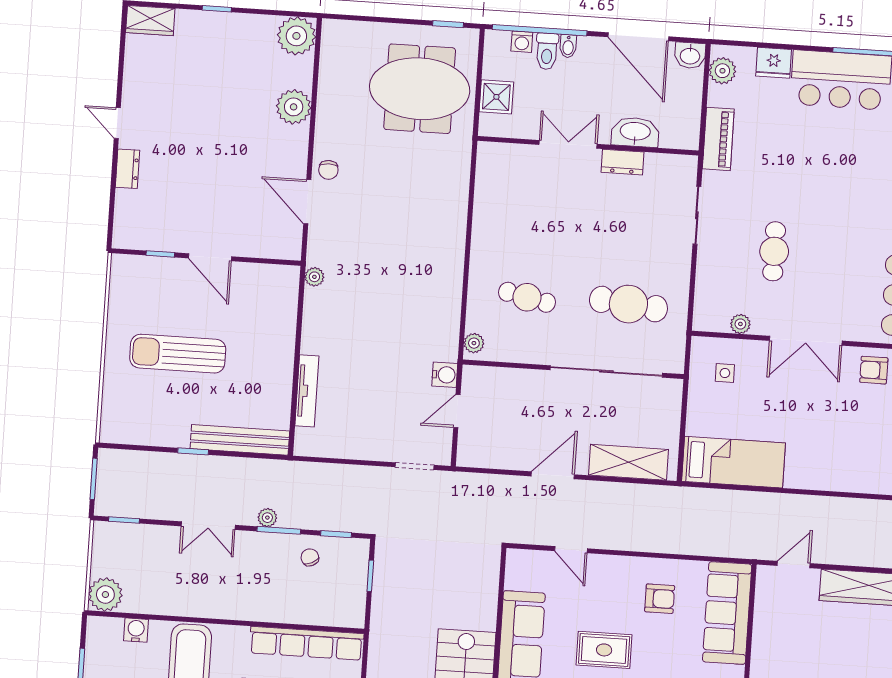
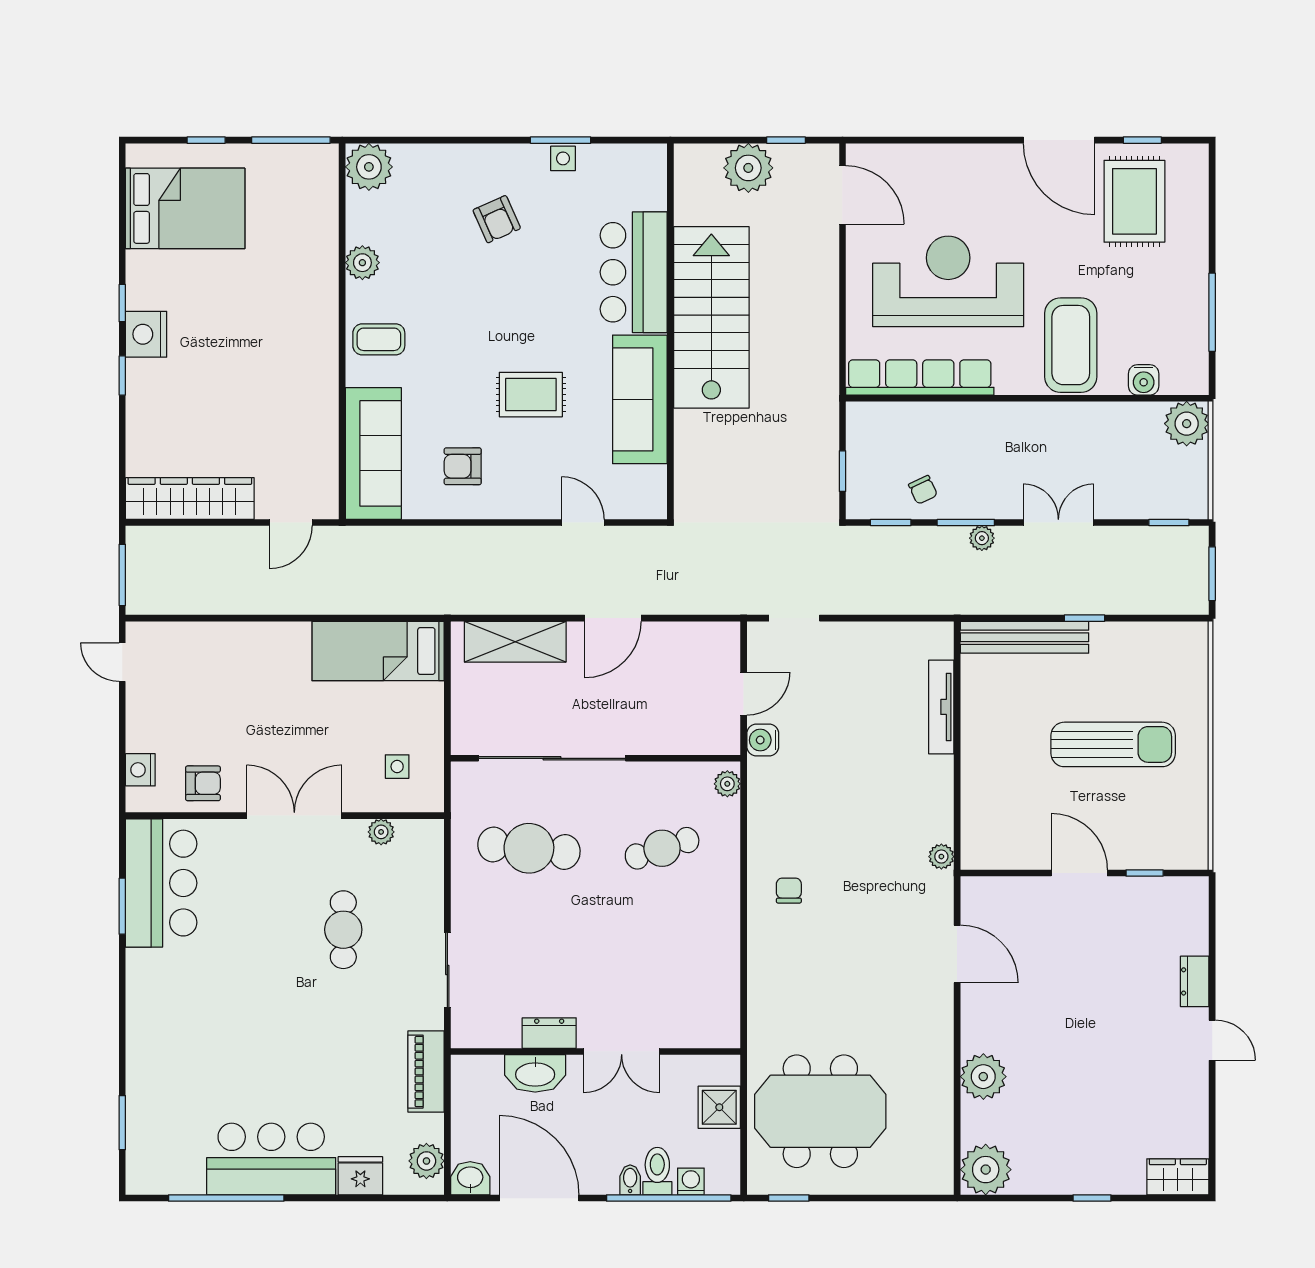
chair: (328, 170) -> (789, 891), moved
cafe table: (527, 297) -> (662, 848), turned -30

